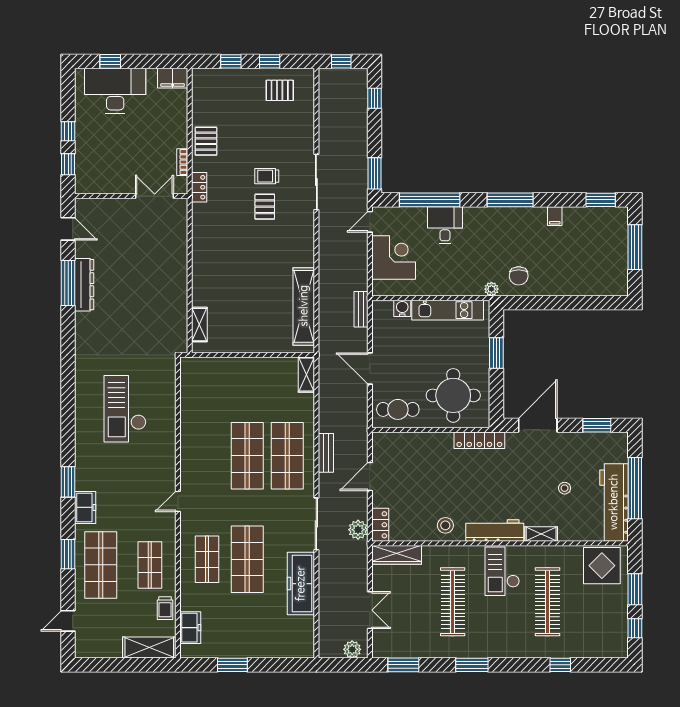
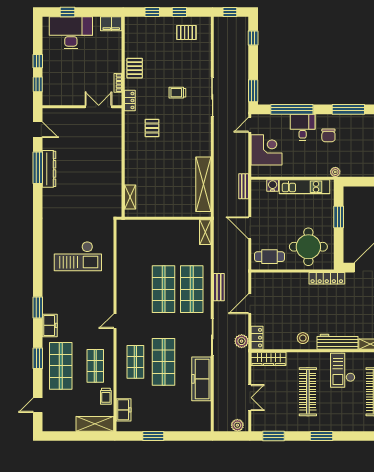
pallet: (265, 207) -> (152, 128), moved
chair: (519, 276) -> (328, 135), moved
checkout: (125, 409) -> (78, 256), turned -90

